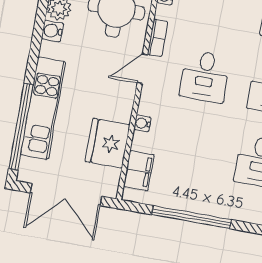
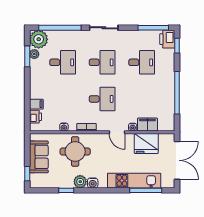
door: (142, 69) -> (117, 132), moved
window: (21, 127) -> (146, 190), width x0.68
filing cabinet: (139, 171) -> (147, 125), moved

